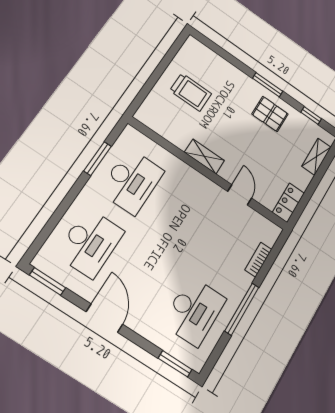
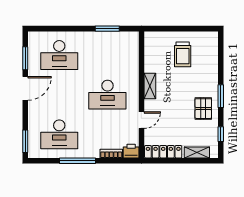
desk: (132, 181) -> (107, 95), moved
locker: (288, 203) -> (163, 152), width x1.53
printer: (270, 233) -> (131, 151), added
window: (48, 281) -> (25, 58), moved

